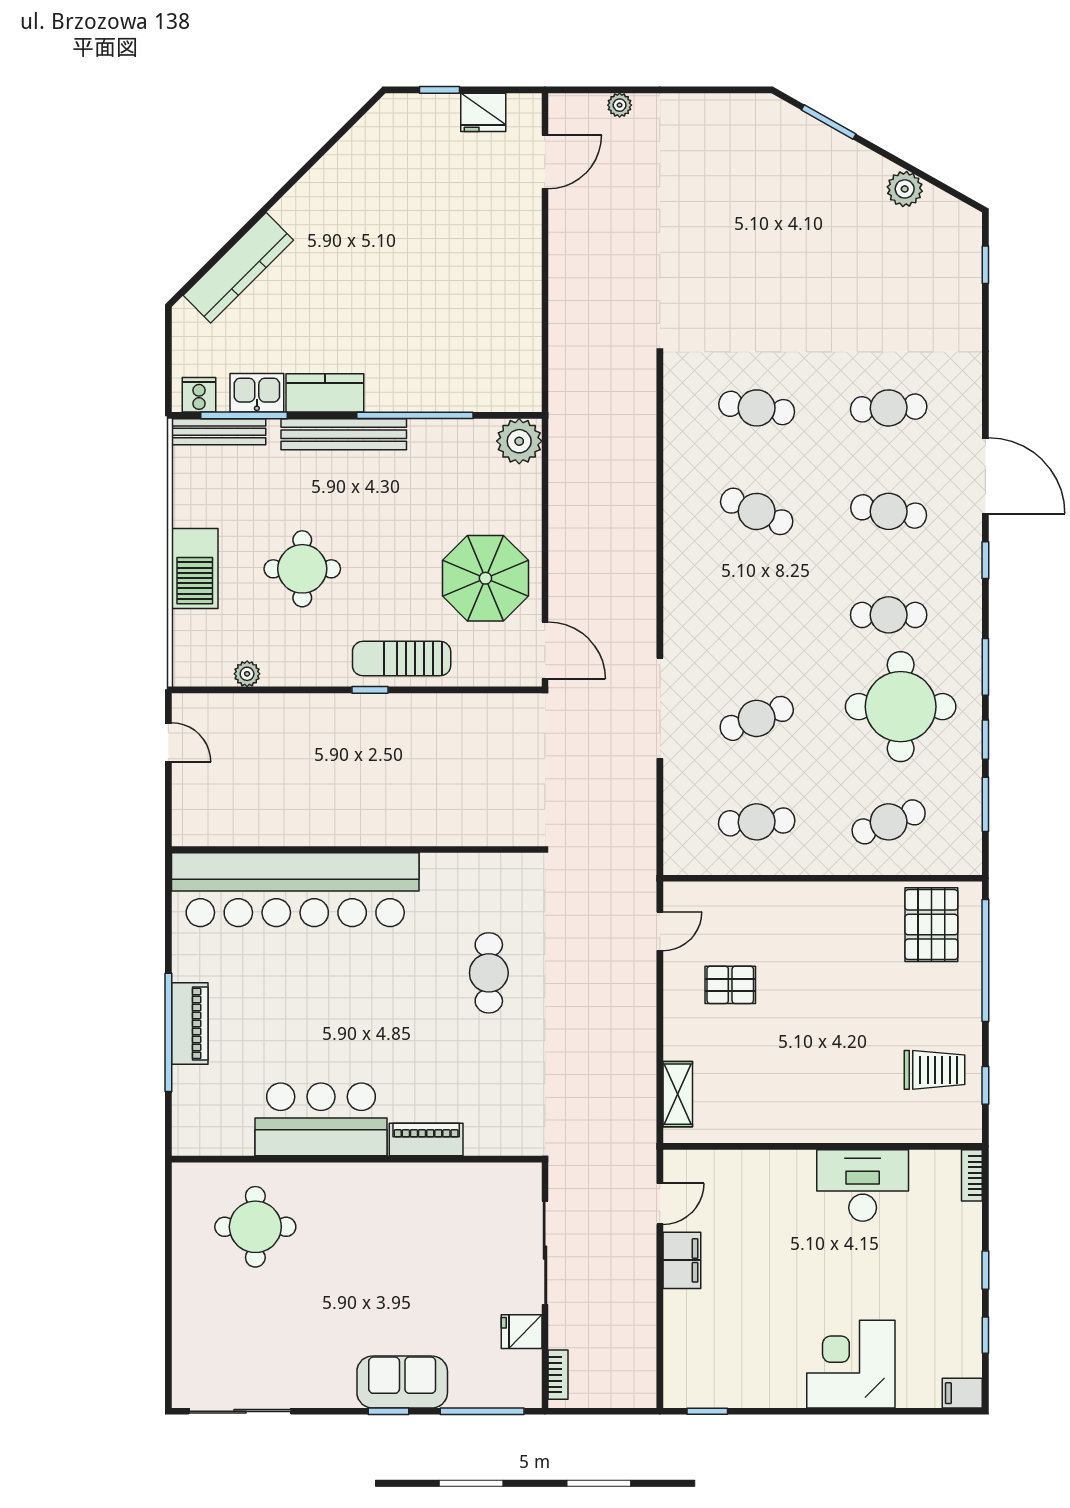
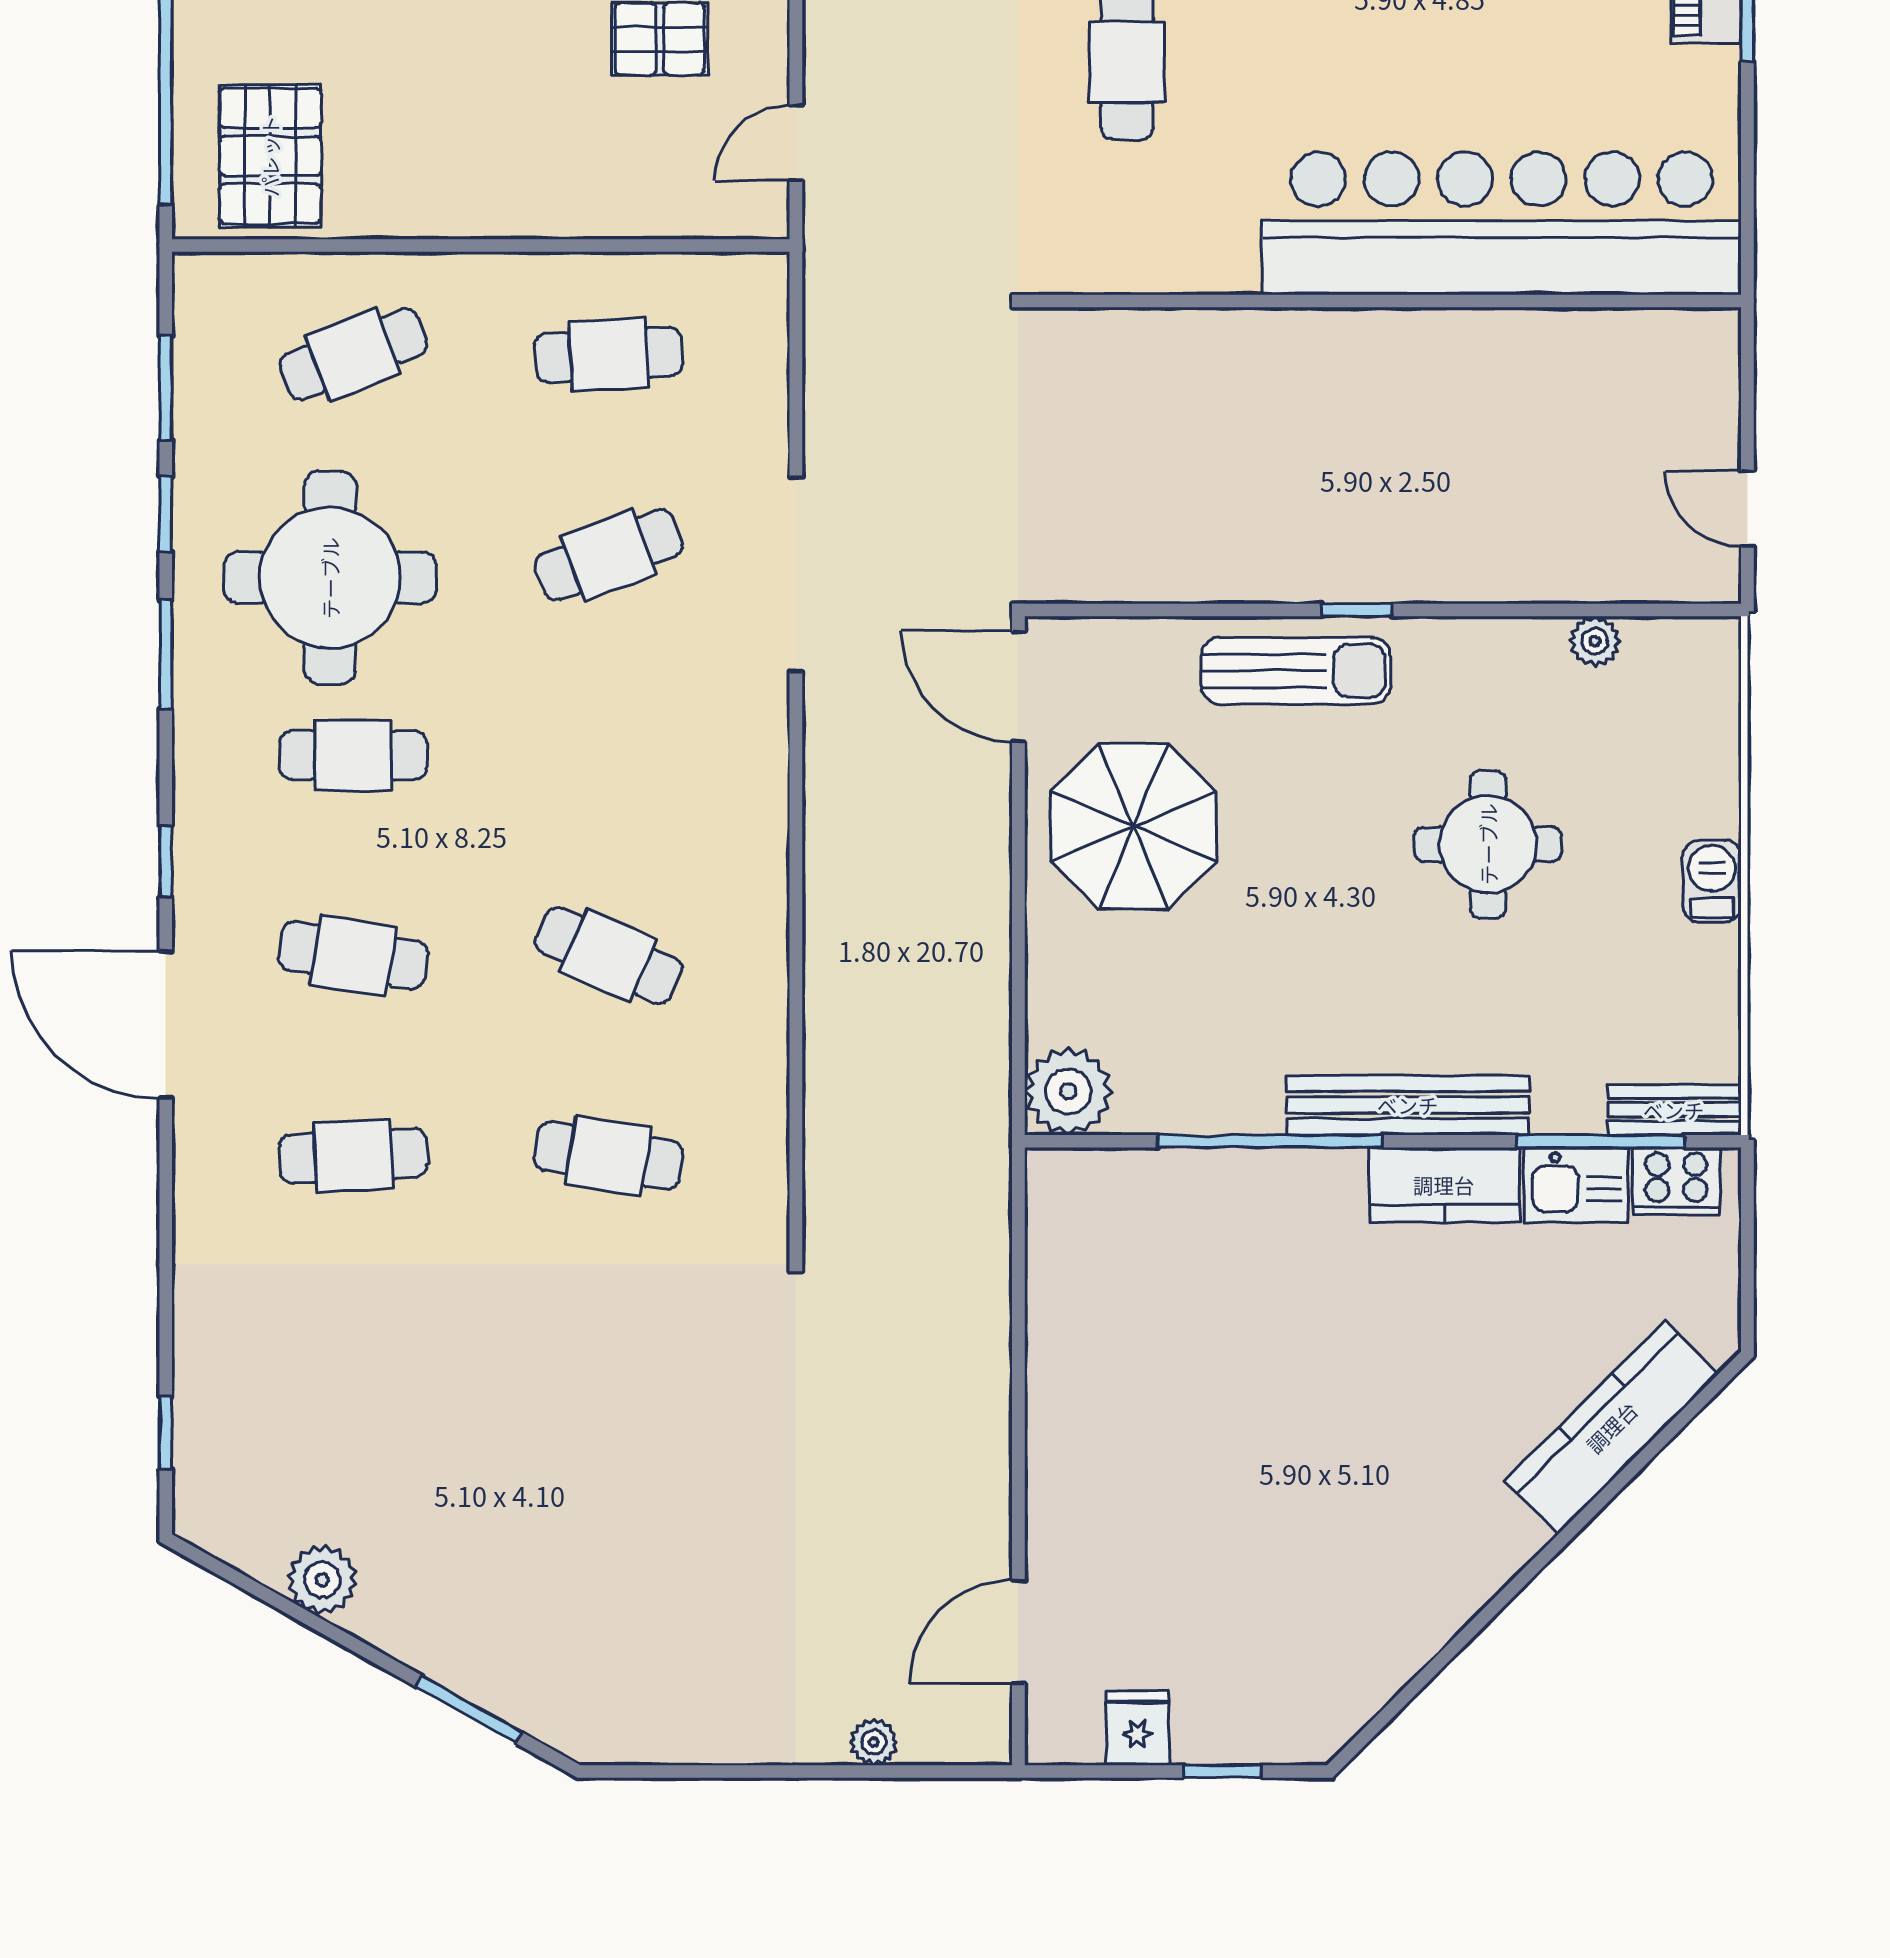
fridge: (483, 112) -> (1138, 1728), width x0.72
cooker: (199, 395) -> (1676, 1181), width x1.36
bench: (219, 432) -> (1674, 1110), width x0.73
barbecue: (195, 569) -> (1712, 881), width x0.53, depth x0.65

